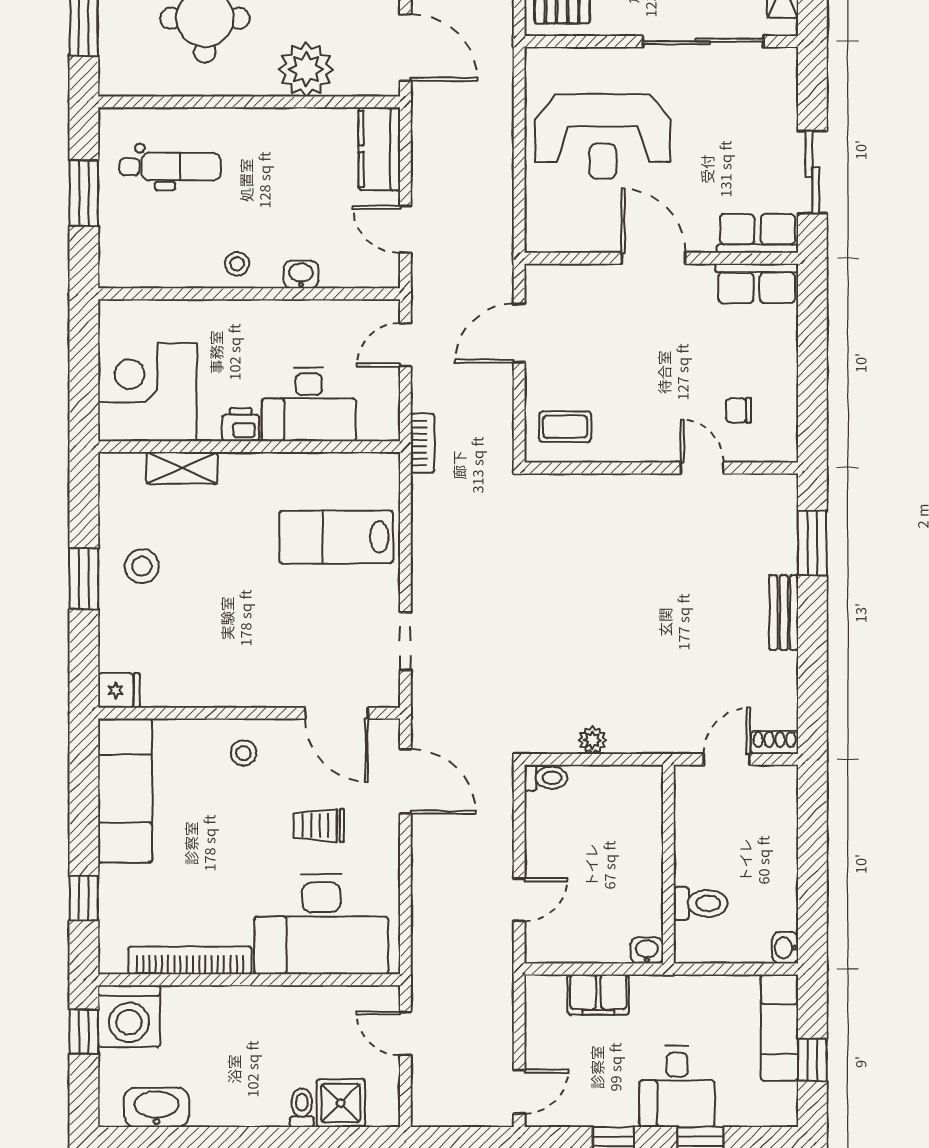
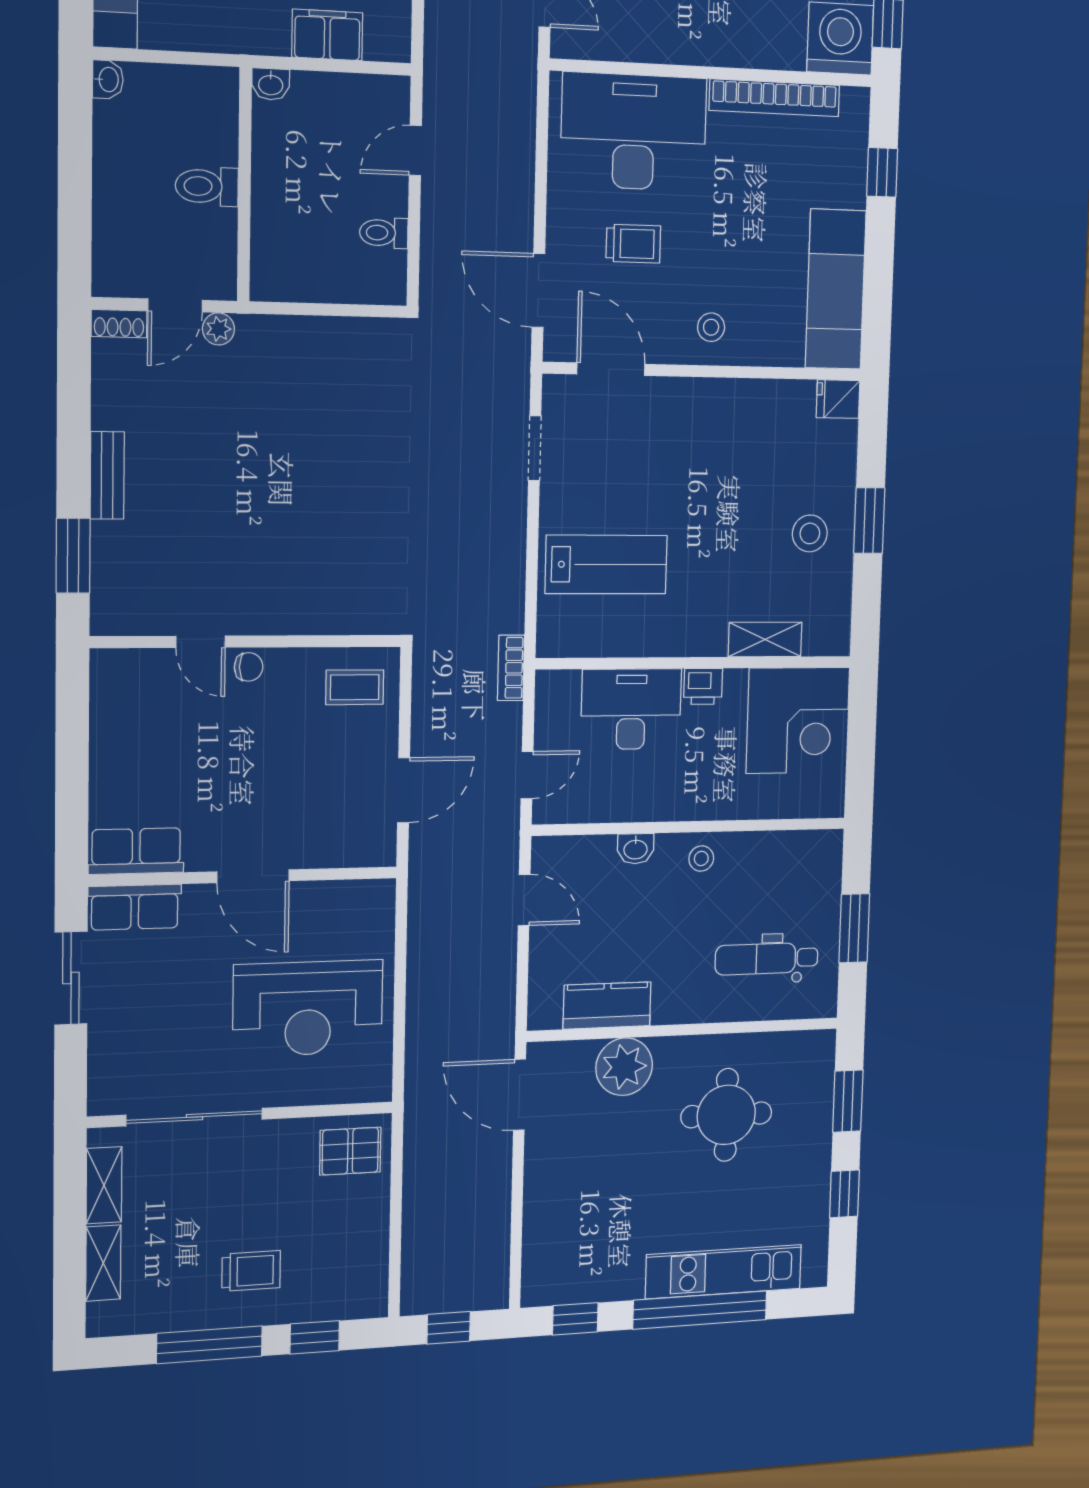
reception desk: (603, 137) -> (308, 1008), turned 180
kitchen counter: (379, 149) -> (607, 1006), moved, turned -90
chair: (738, 410) -> (249, 667), moved
plant: (592, 740) -> (218, 329), moved
toilet: (546, 778) -> (384, 233), moved
toilet: (701, 903) -> (207, 186), moved

